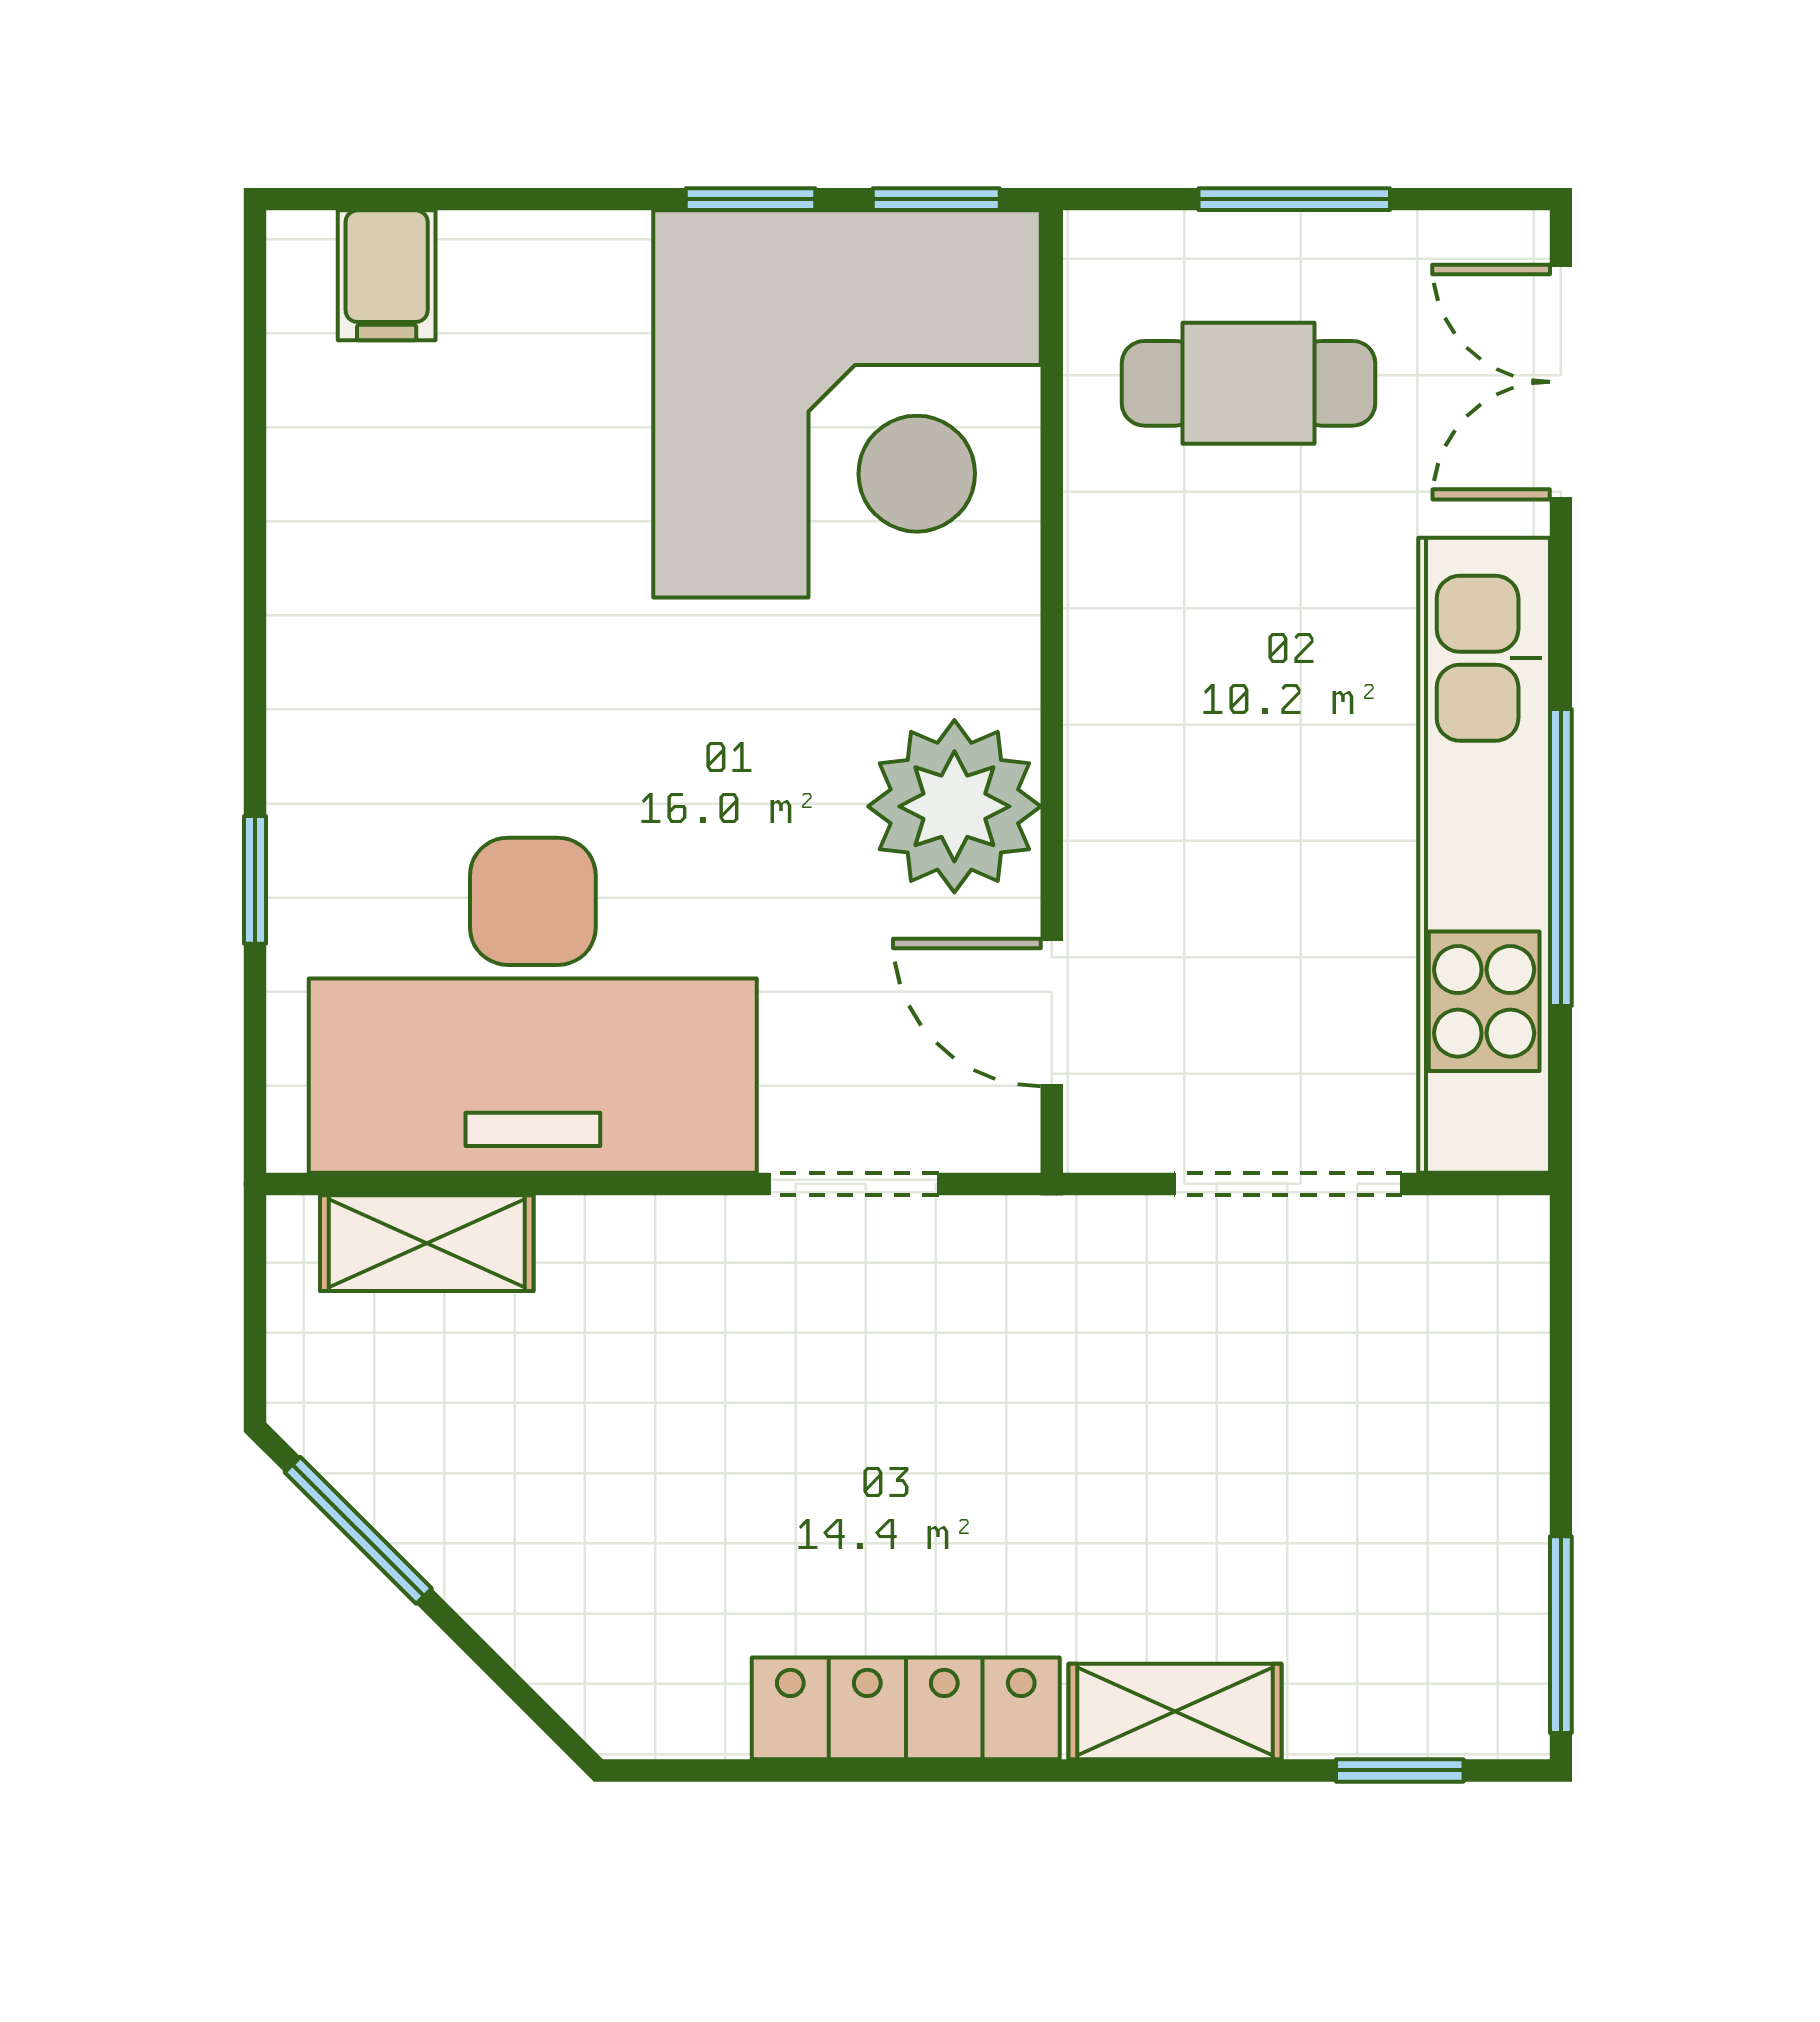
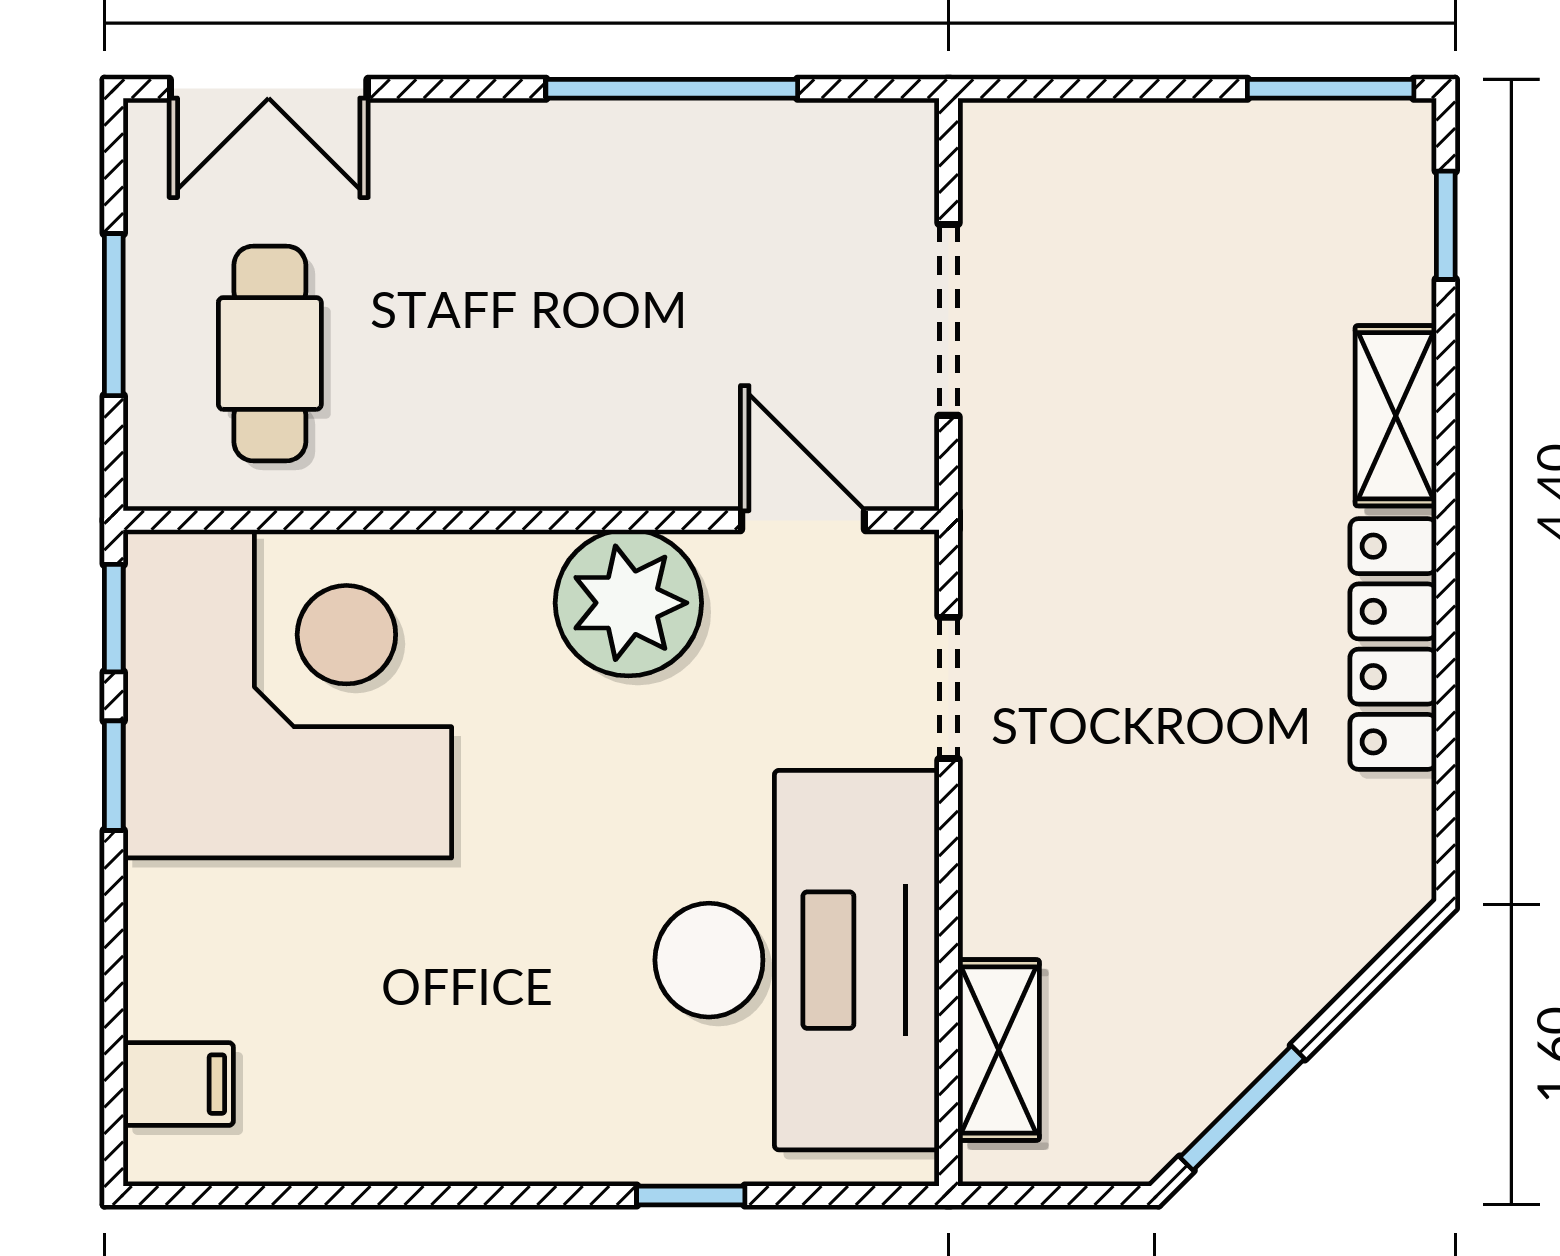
kitchen unit: (1484, 855) -> (670, 154), removed
door: (1052, 1012) -> (803, 520), swing flipped

